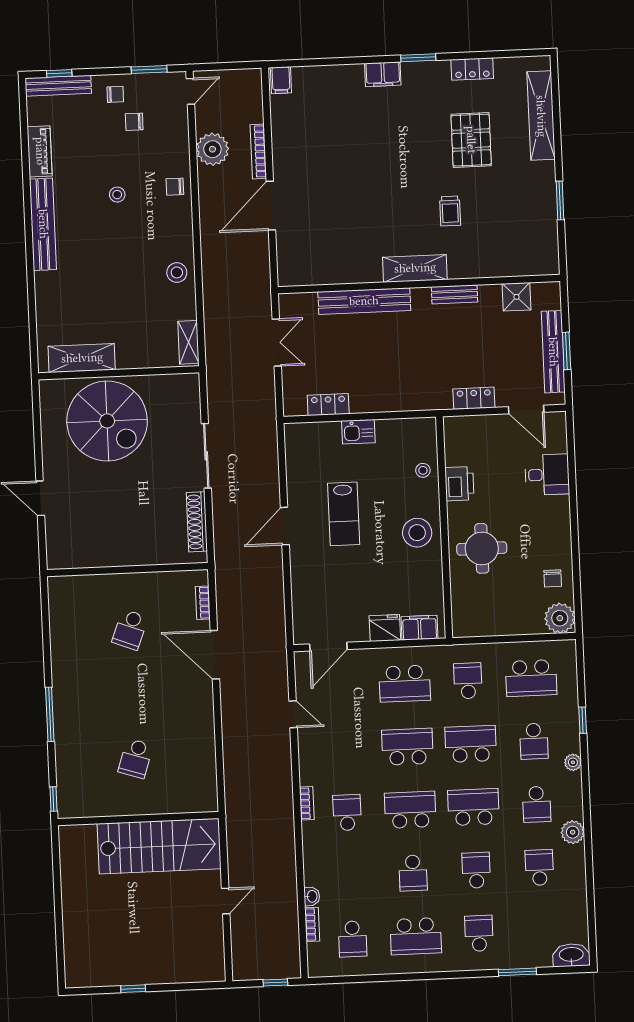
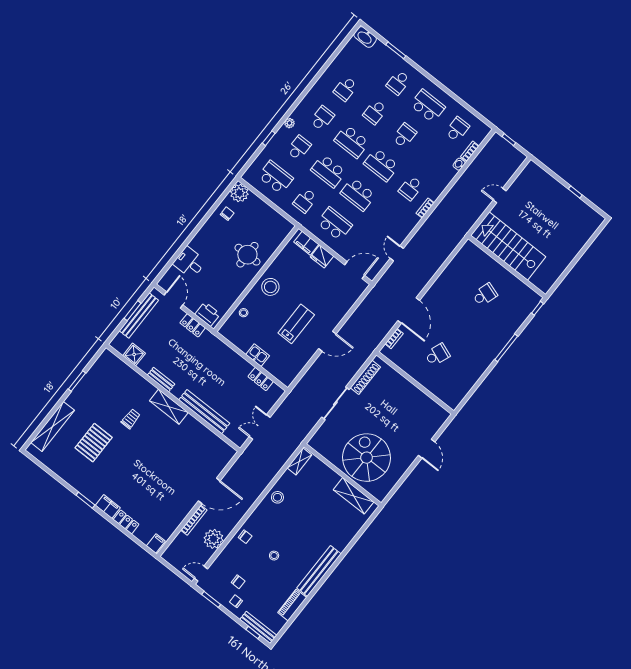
locker: (472, 69) -> (126, 522), moved
printer: (459, 484) -> (208, 314), moved, turned 90
plant: (573, 832) -> (317, 92), removed

